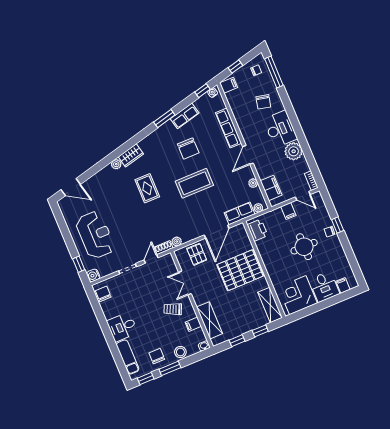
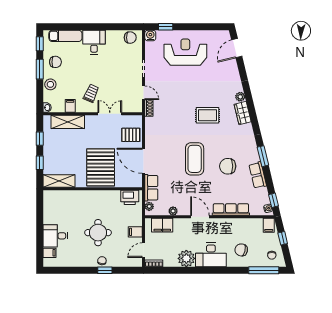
reception desk: (95, 235) -> (185, 52), turned 180
plant: (177, 242) -> (150, 122), removed
corner desk: (298, 295) -> (58, 209), removed

